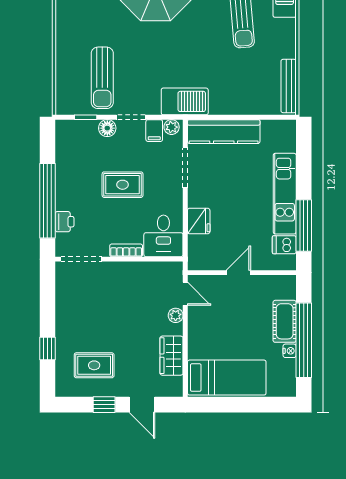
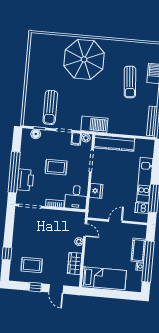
floor lamp: (107, 128) -> (36, 134), moved
printer: (64, 222) -> (25, 180), width x1.87, depth x1.48

